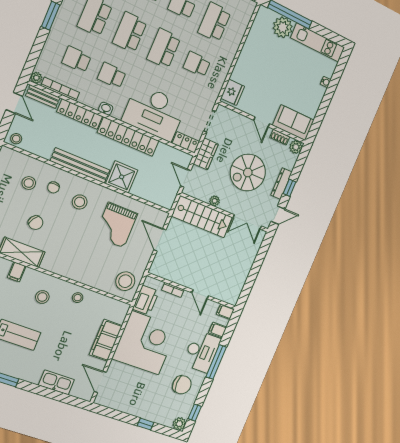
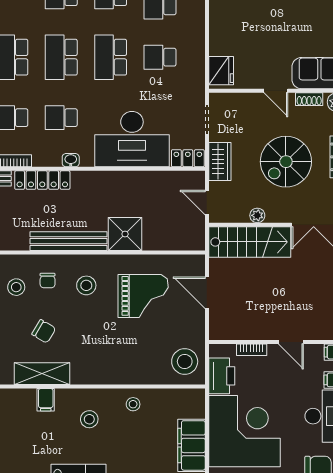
locker: (128, 137) -> (112, 182), removed
grand piano: (116, 225) -> (143, 296), turned -90

